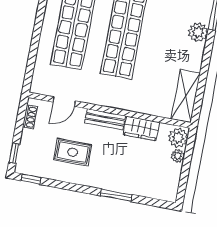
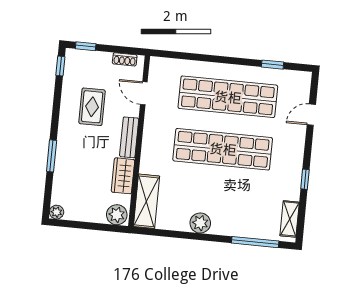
plant: (198, 32) -> (200, 223), moved
shelving: (186, 96) -> (146, 201), moved, turned 90
plant: (178, 156) -> (57, 212), moved

